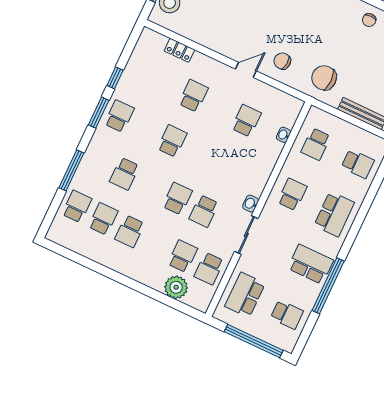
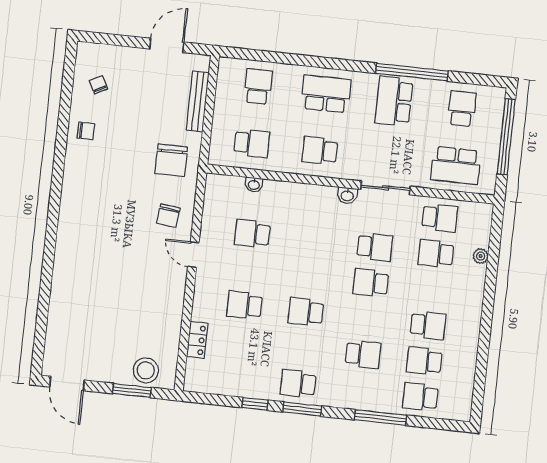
plant: (176, 287) -> (481, 256), width x0.53, depth x0.53

